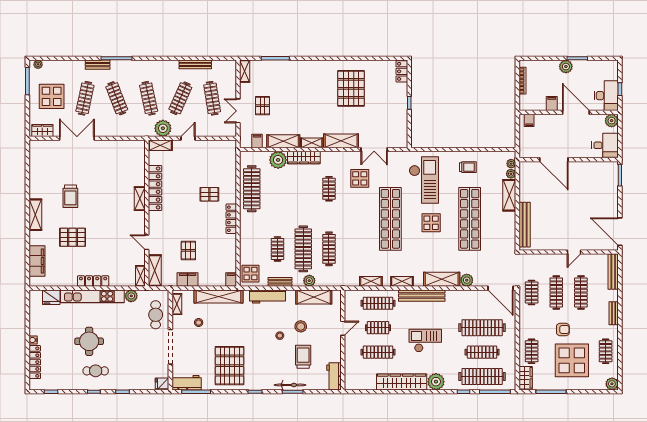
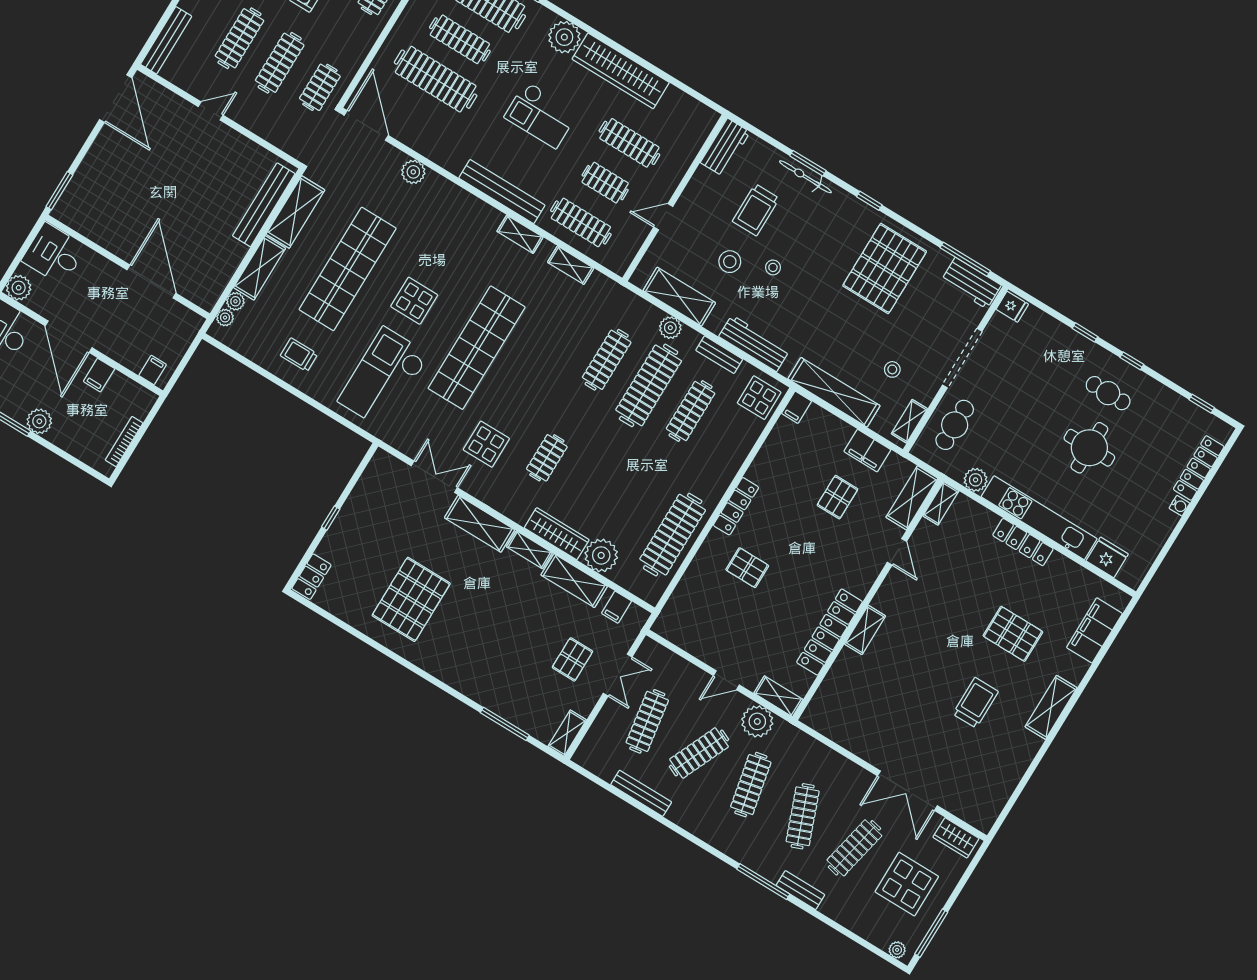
clothes rail: (277, 249) -> (691, 411), width x1.36
shelving: (442, 279) -> (295, 212), moved, turned 90

